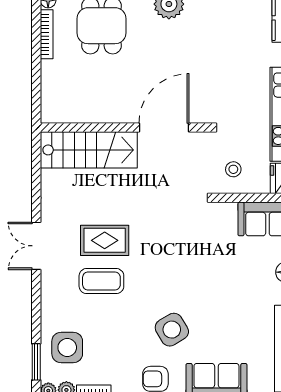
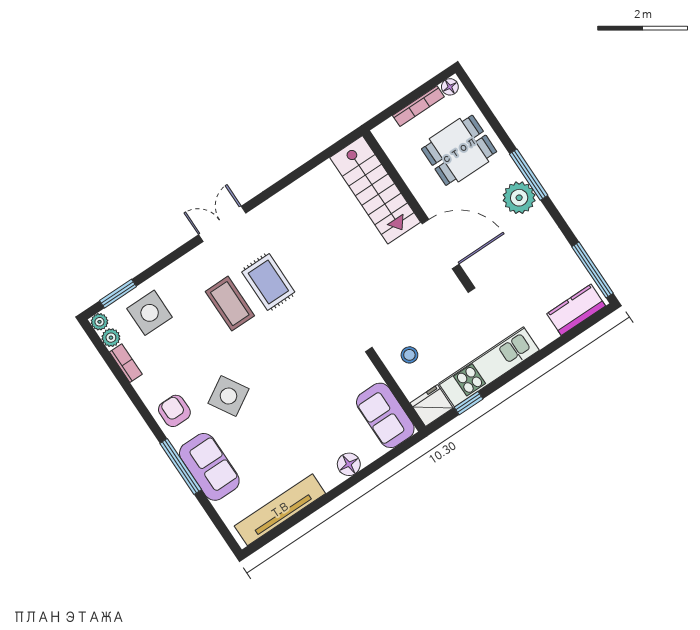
wall: (124, 128) -> (417, 208), moved
door: (164, 128) -> (441, 244), moved
stairs: (89, 150) -> (375, 190), moved

